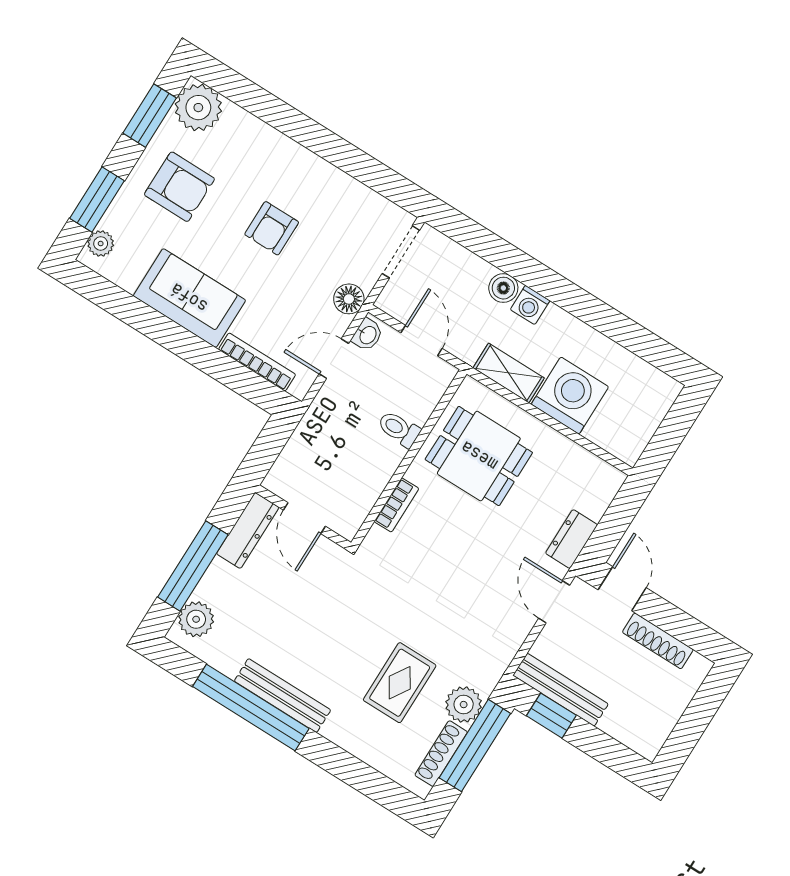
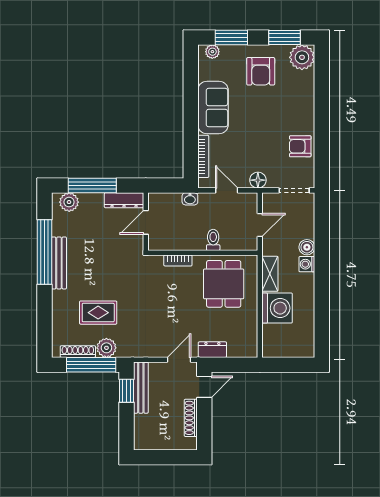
armchair: (272, 228) -> (300, 146), moved
washbasin: (367, 335) -> (190, 199), moved

